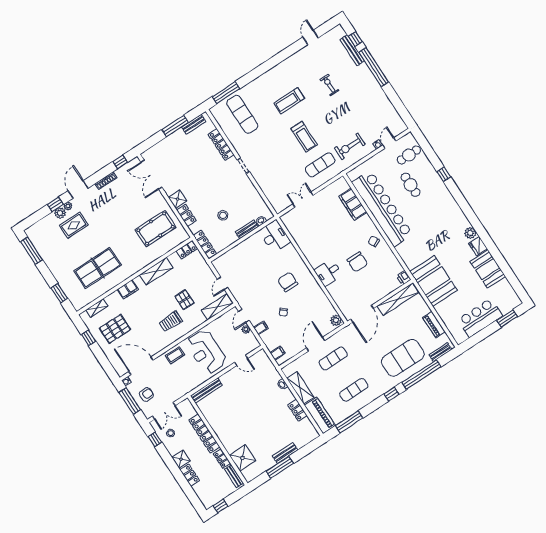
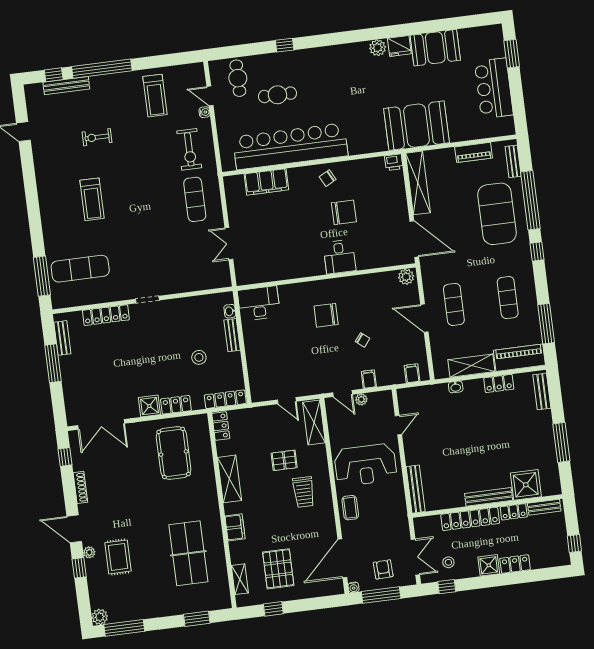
treadmill: (304, 137) -> (155, 96), moved, turned 90
plant: (60, 213) -> (100, 617), moved
bench: (224, 438) -> (489, 497), added
bench: (285, 453) -> (542, 391), moved

